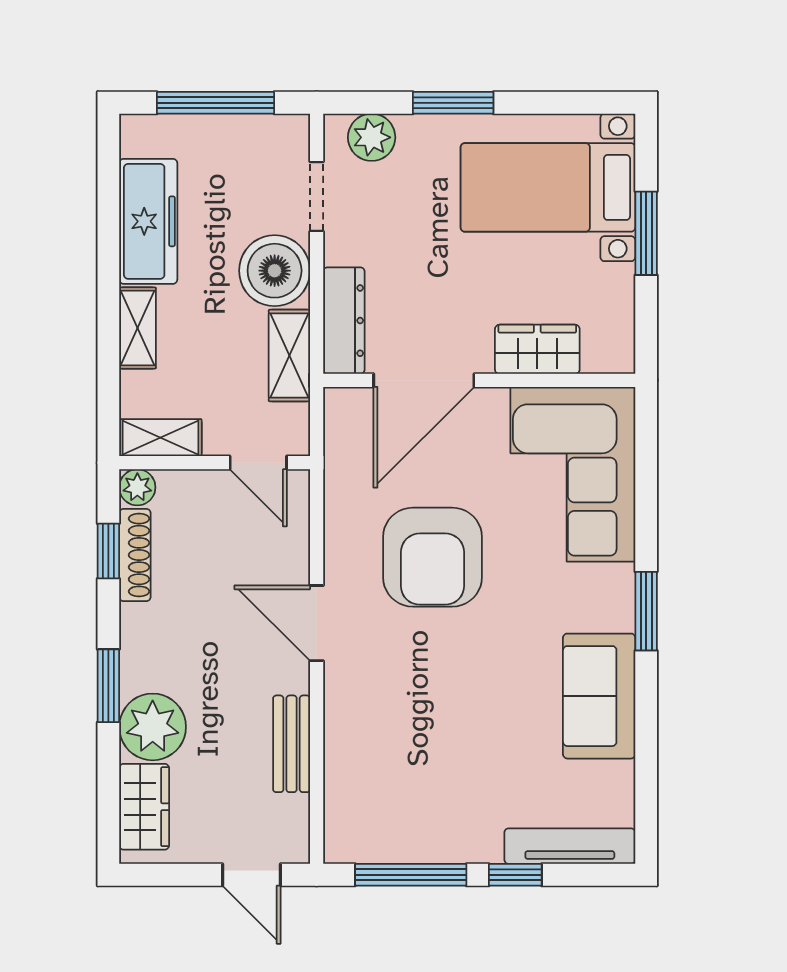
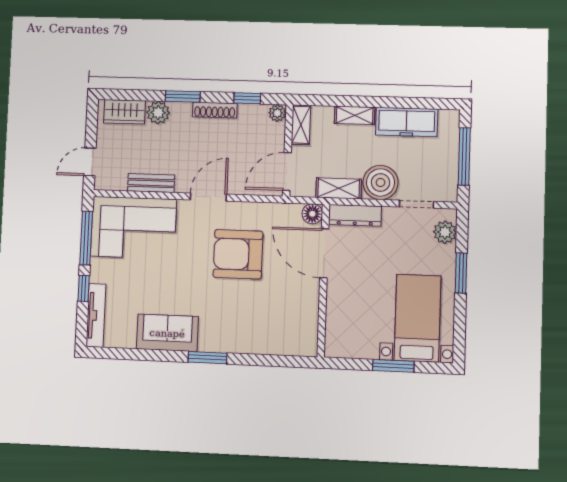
wardrobe: (537, 349) -> (338, 310), removed
floor lamp: (344, 408) -> (312, 214), added
door: (258, 463) -> (287, 171), width x1.38
corner sofa: (573, 474) -> (134, 228), moved, turned 180
shoe rack: (135, 555) -> (215, 110), moved
plant: (153, 727) -> (158, 113), width x0.73, depth x0.73

